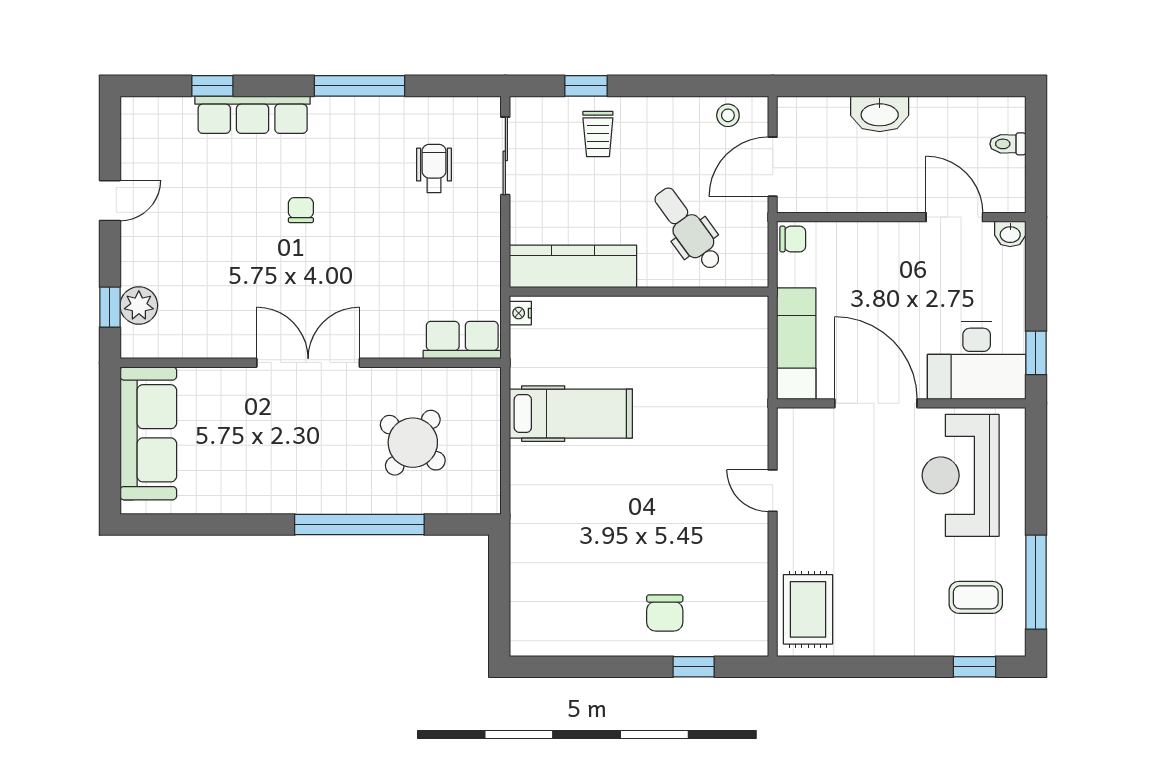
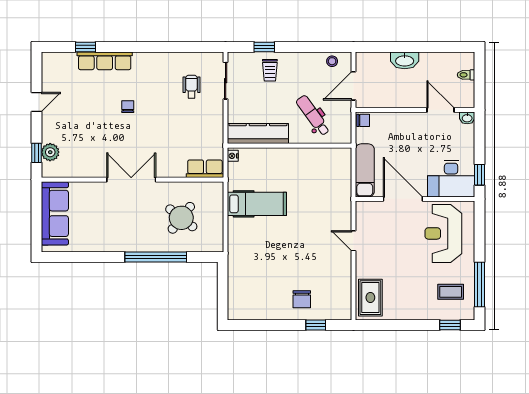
window: (360, 86) -> (156, 47), removed

